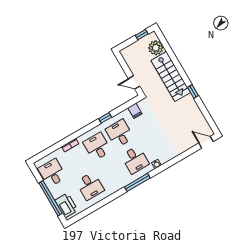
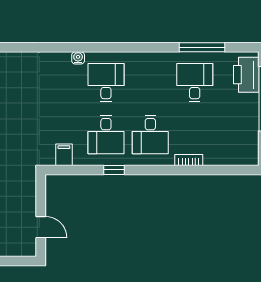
door: (134, 82) -> (41, 227), moved
desk: (52, 173) -> (239, 135), removed
window: (137, 182) -> (202, 47), moved

